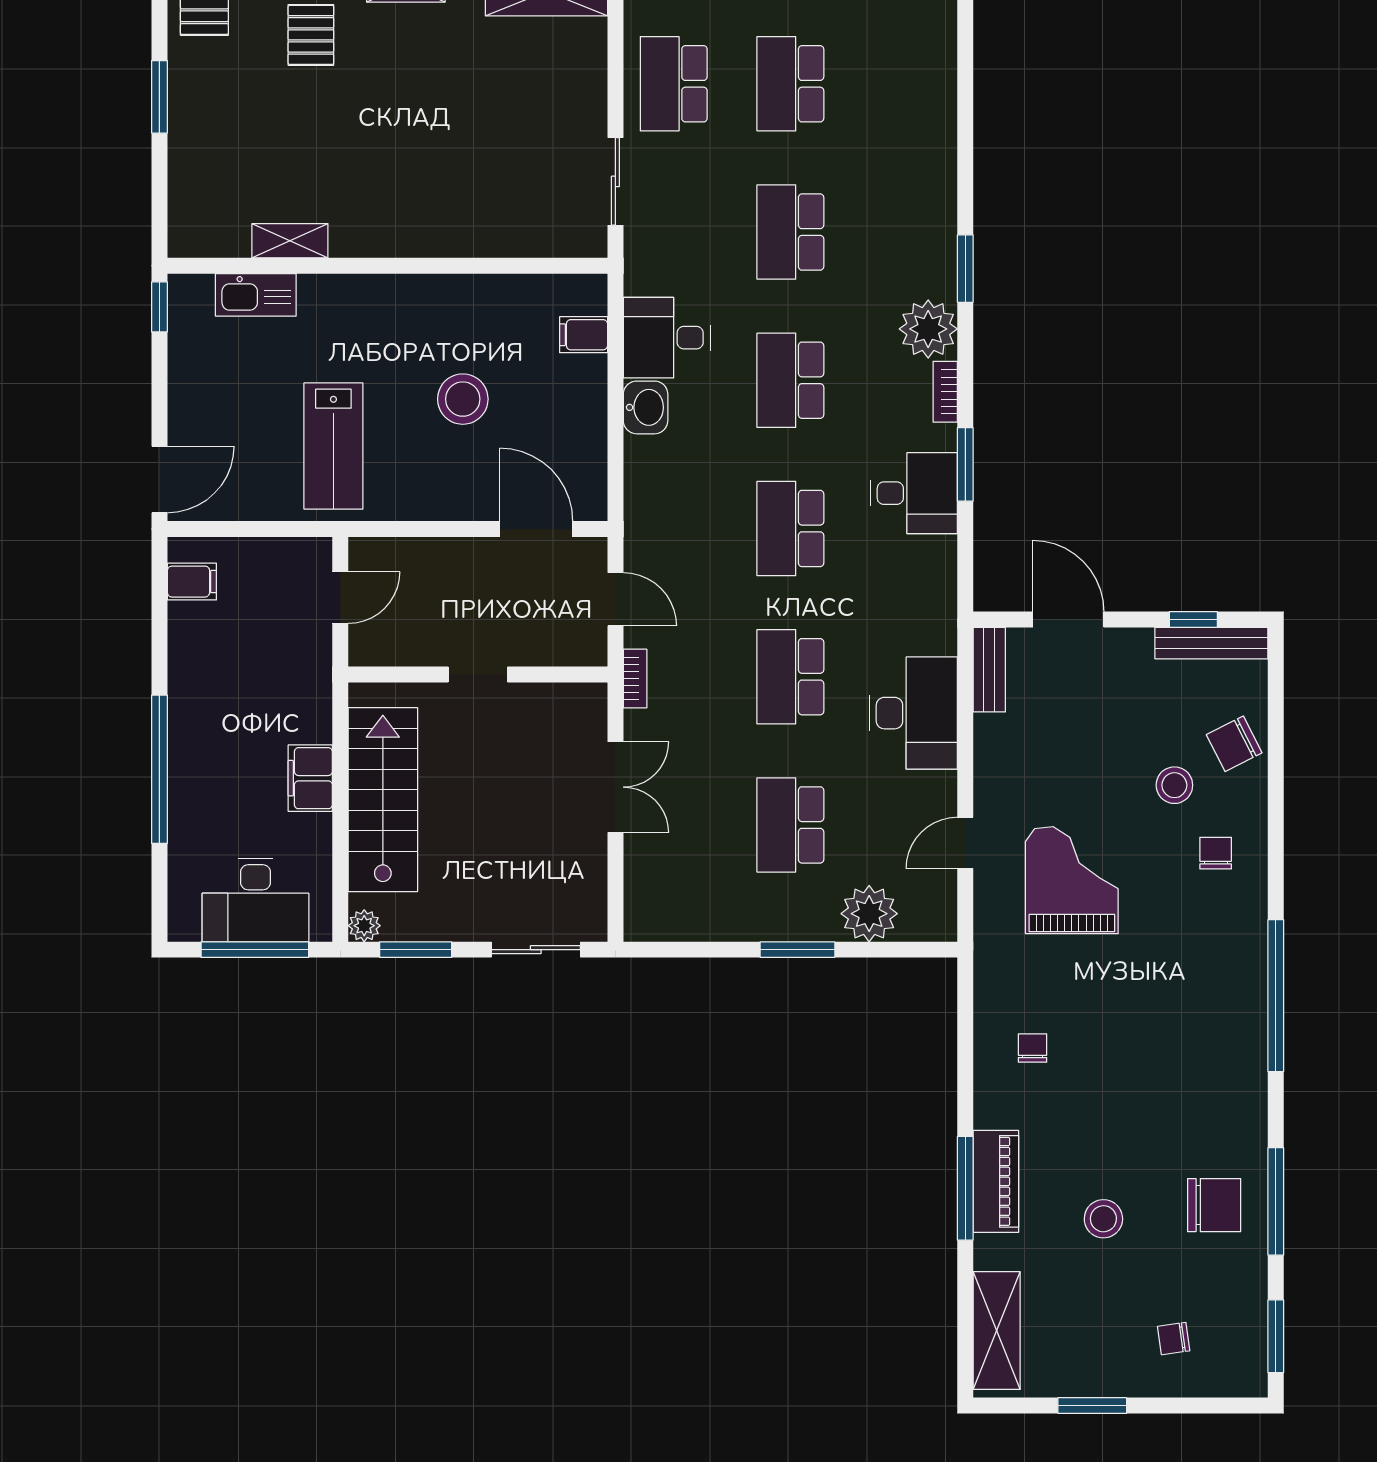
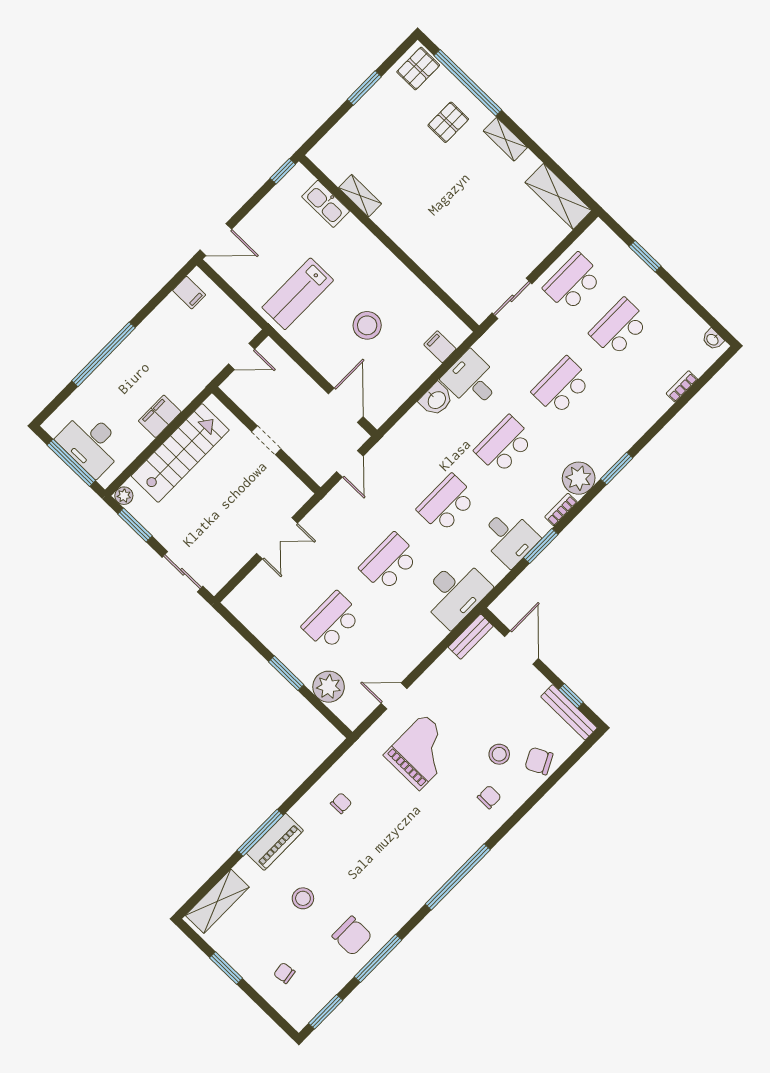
bookcase: (635, 679) -> (682, 386), moved, turned 180
desk: (913, 713) -> (455, 592), moved

